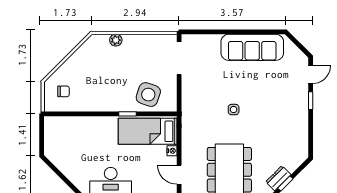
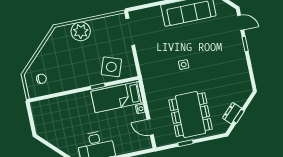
plant: (116, 40) -> (81, 31), width x1.88, depth x1.88
door: (311, 74) -> (241, 23), hinge flipped

